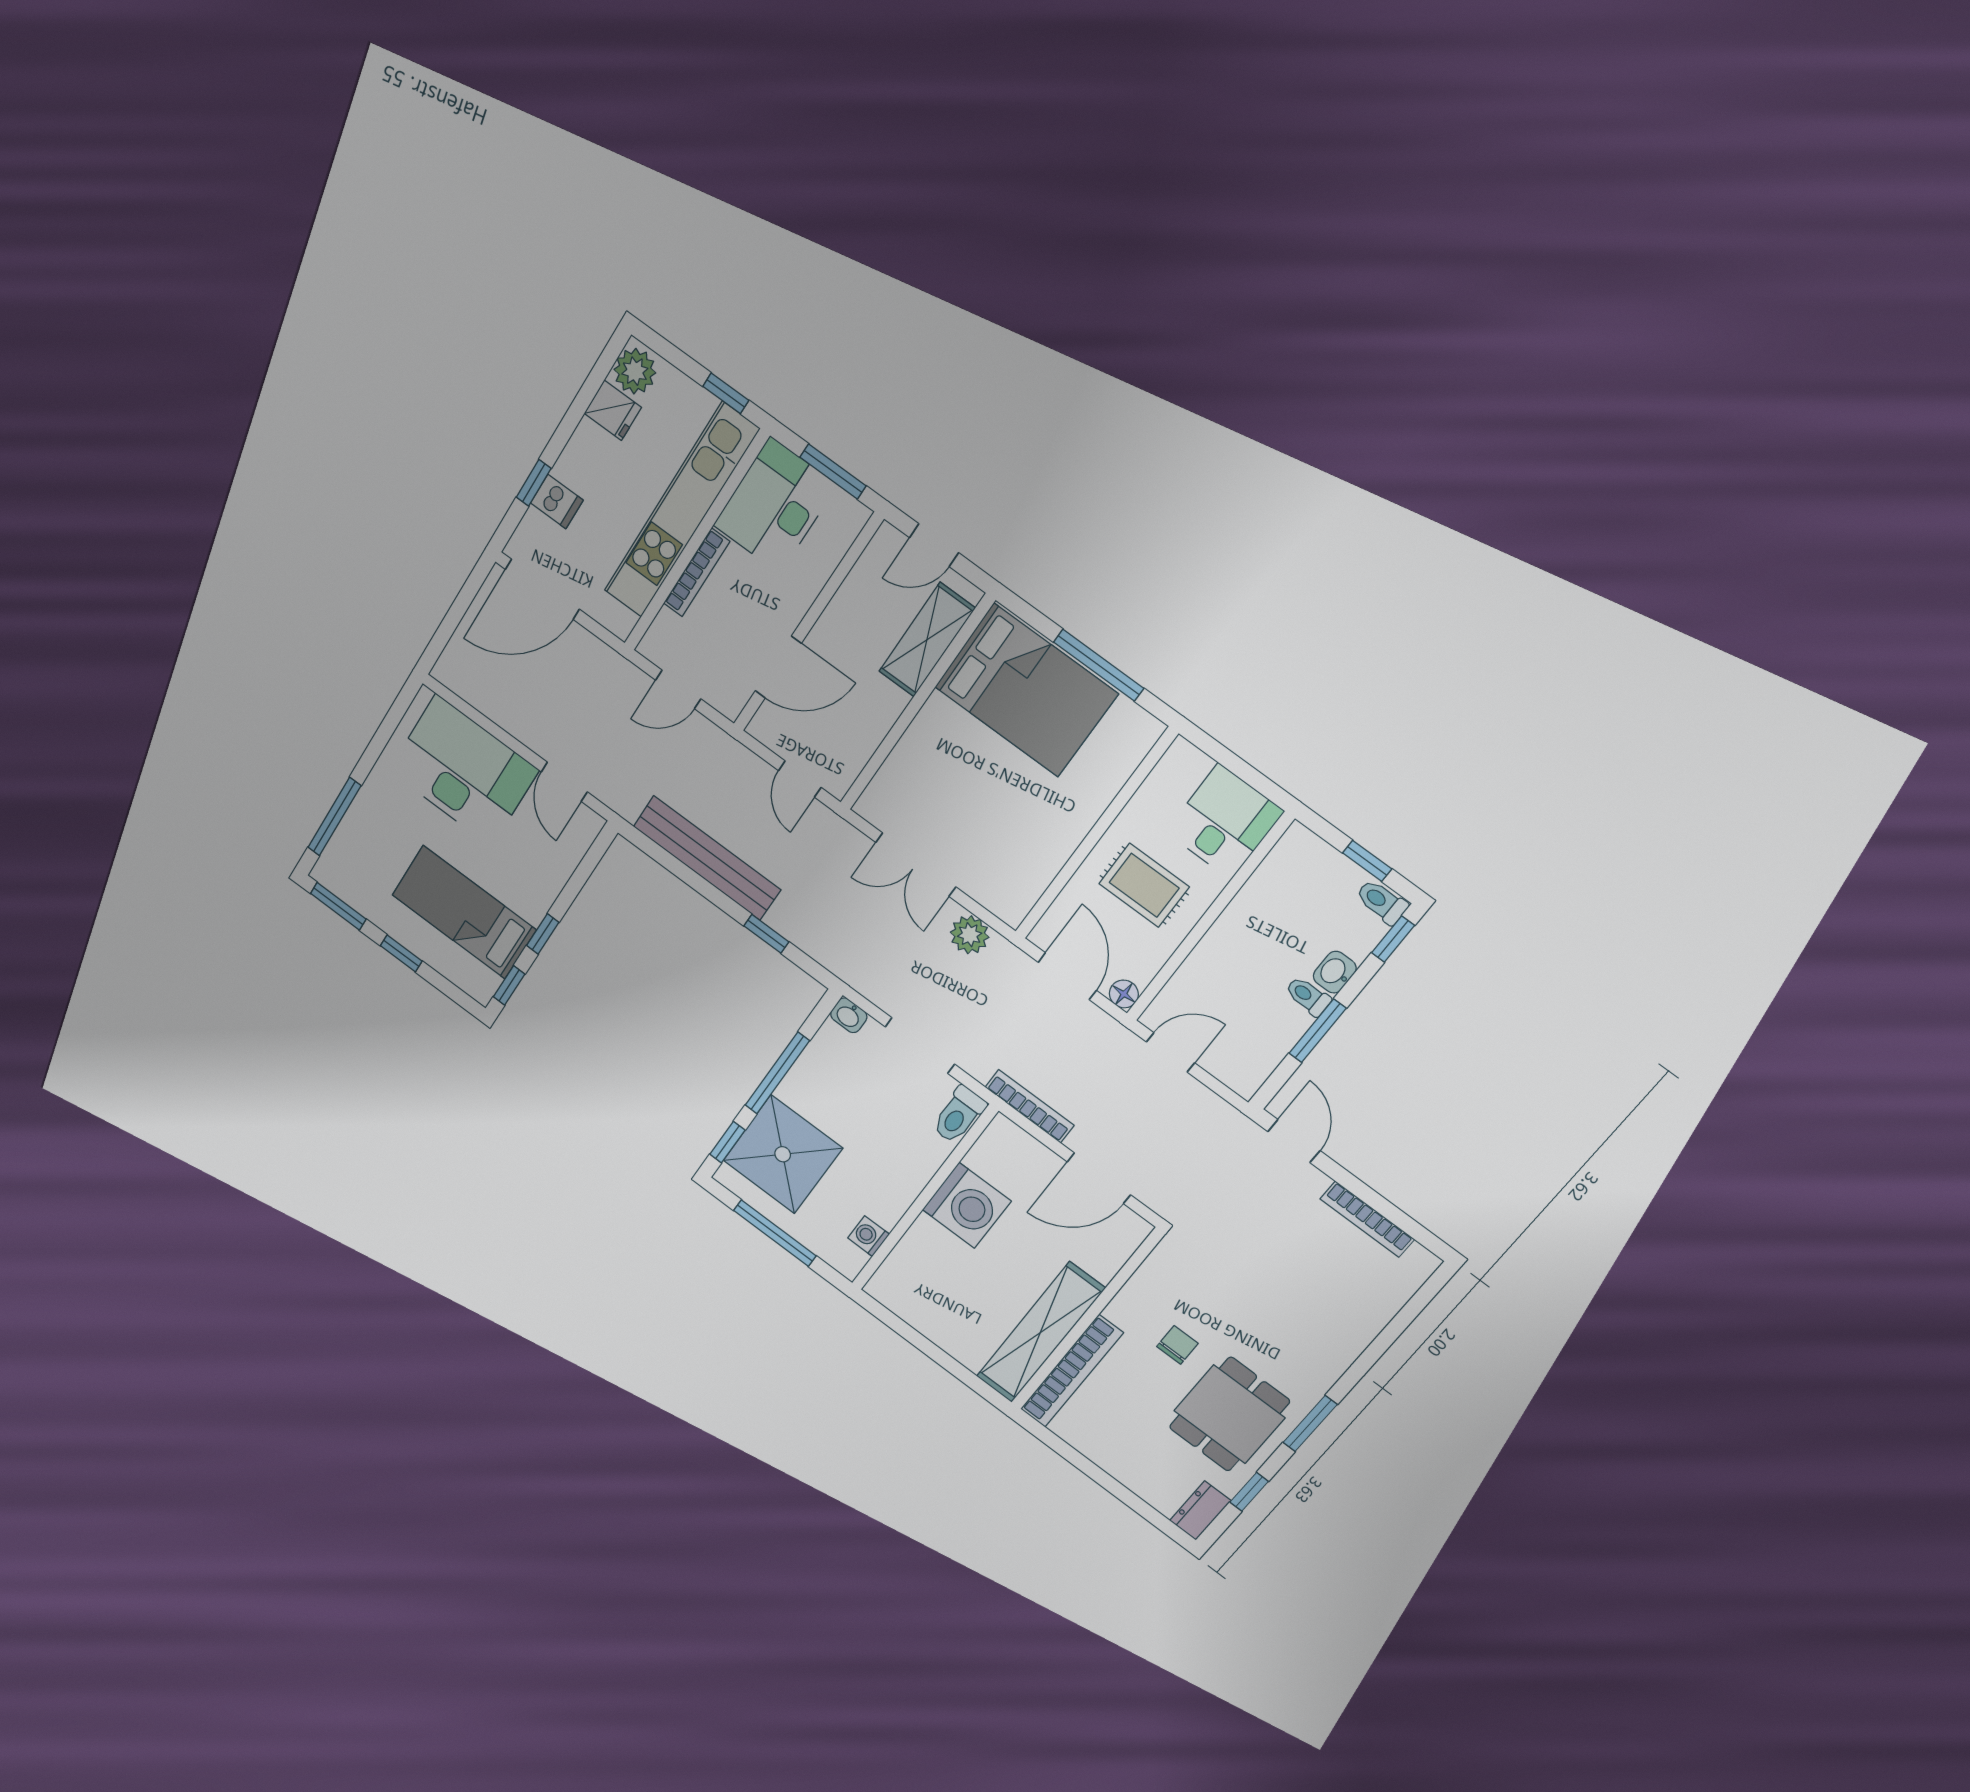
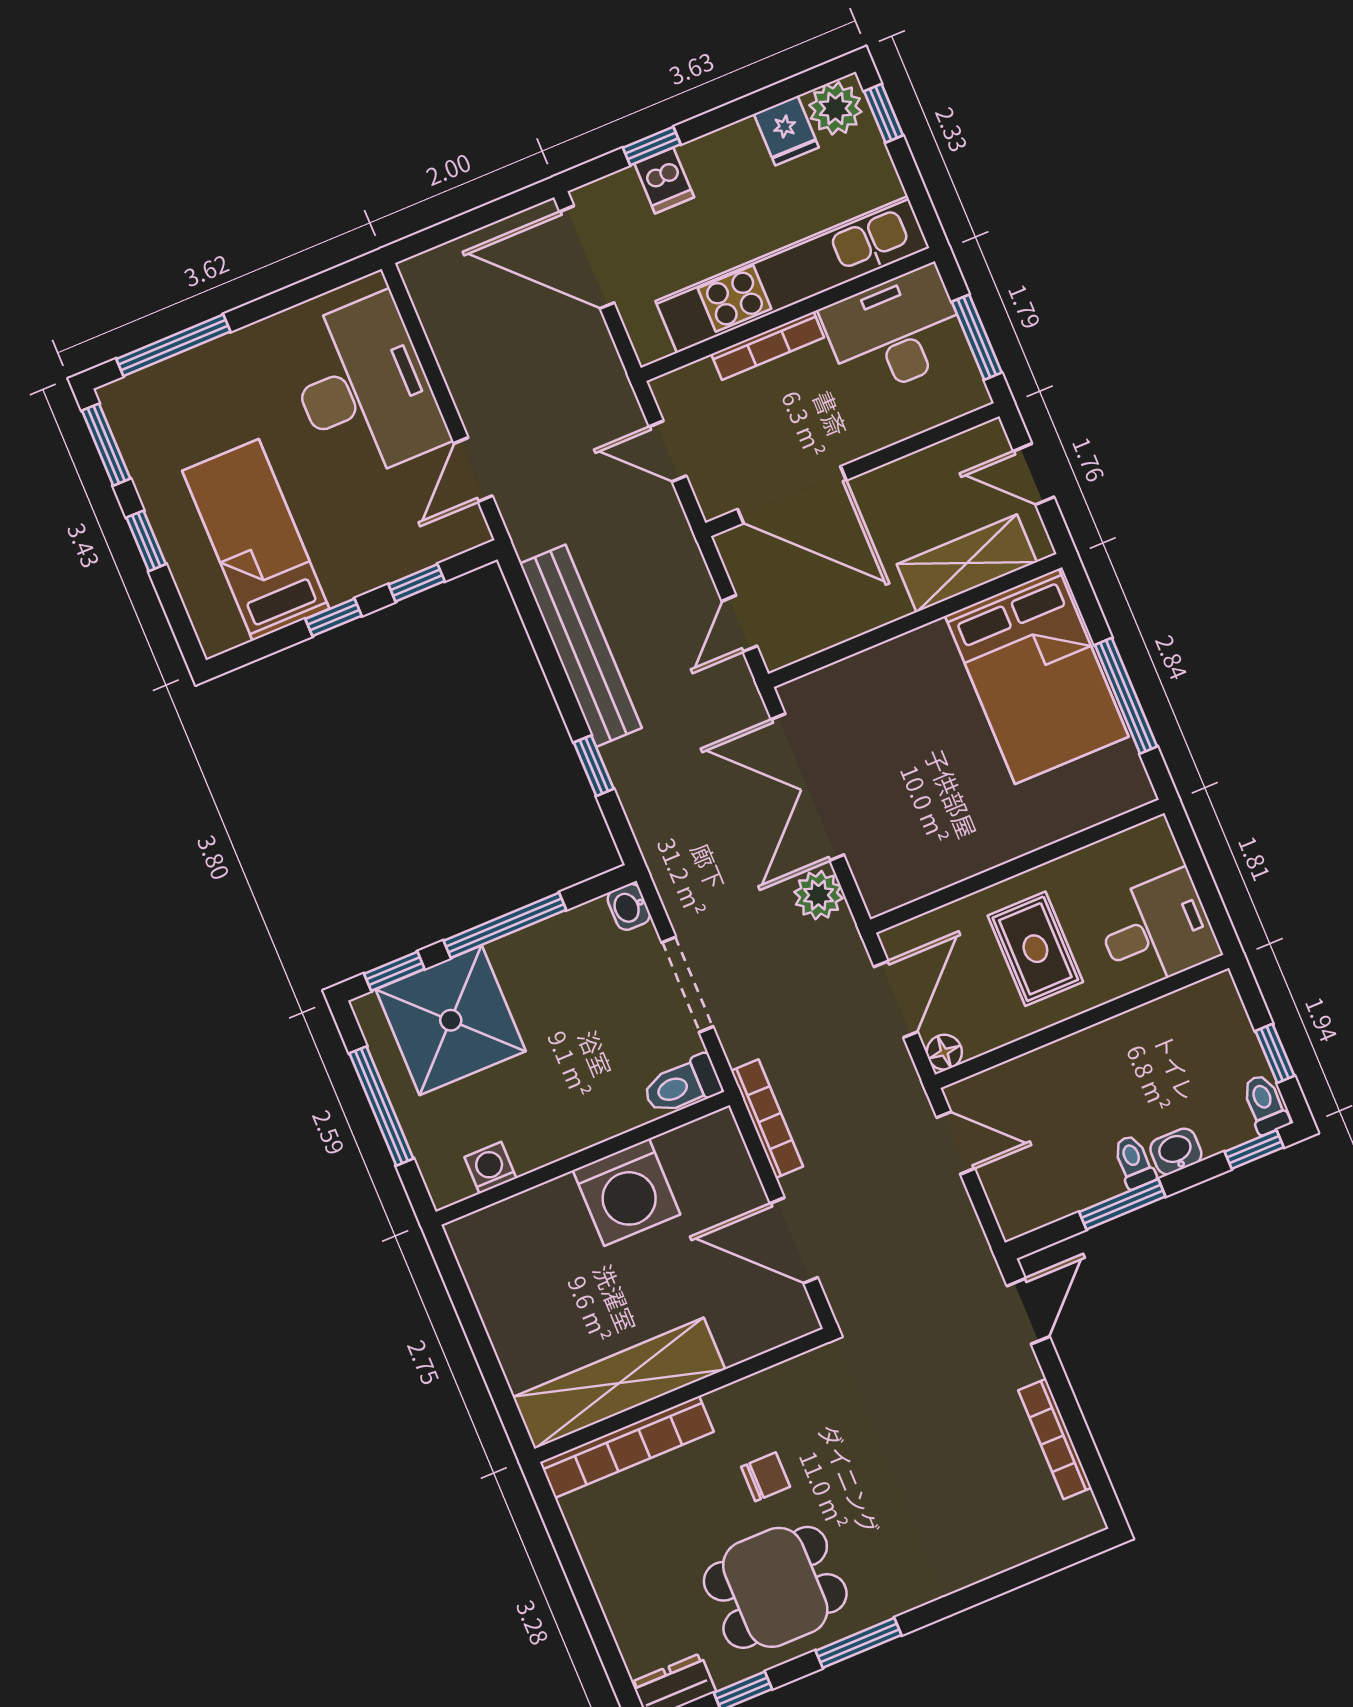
window: (726, 393) -> (884, 113), moved
door: (778, 667) -> (792, 495), width x1.36
double door: (916, 865) -> (807, 787), width x1.37
window: (509, 985) -> (417, 583), moved

